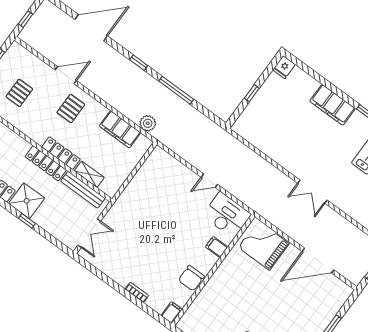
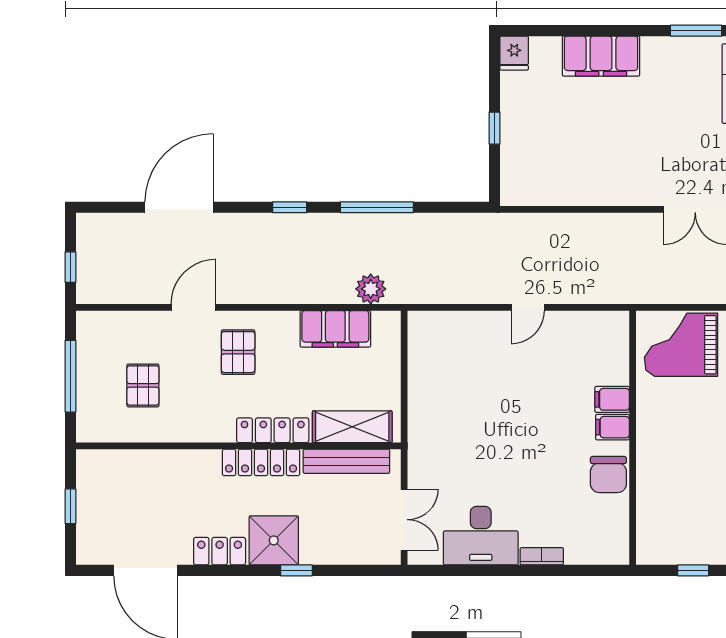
filing cabinet: (332, 105) -> (601, 56), moved
shelving: (89, 174) -> (352, 427), width x1.50, depth x1.33
desk: (227, 215) -> (481, 536), moved, turned 180
filing cabinet: (172, 312) -> (612, 427), moved, turned -90

